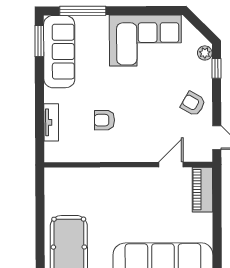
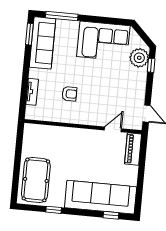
plant: (205, 53) -> (139, 58), width x1.87, depth x1.87
armchair: (193, 104) -> (132, 88), removed
armchair: (104, 120) -> (69, 94), turned 180

